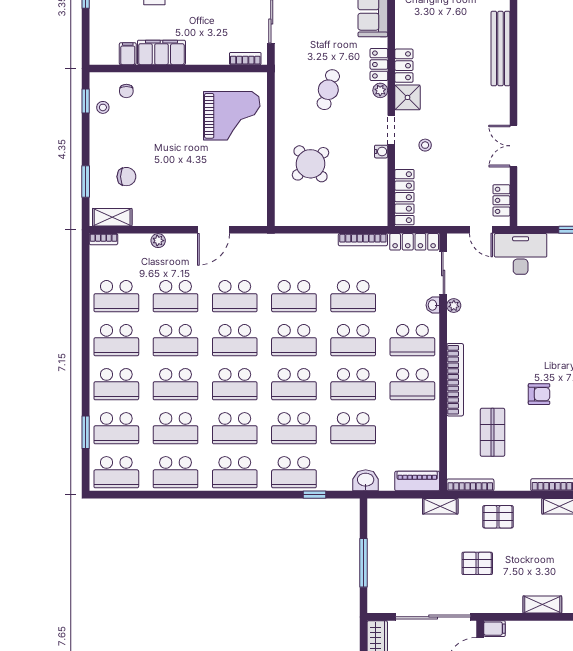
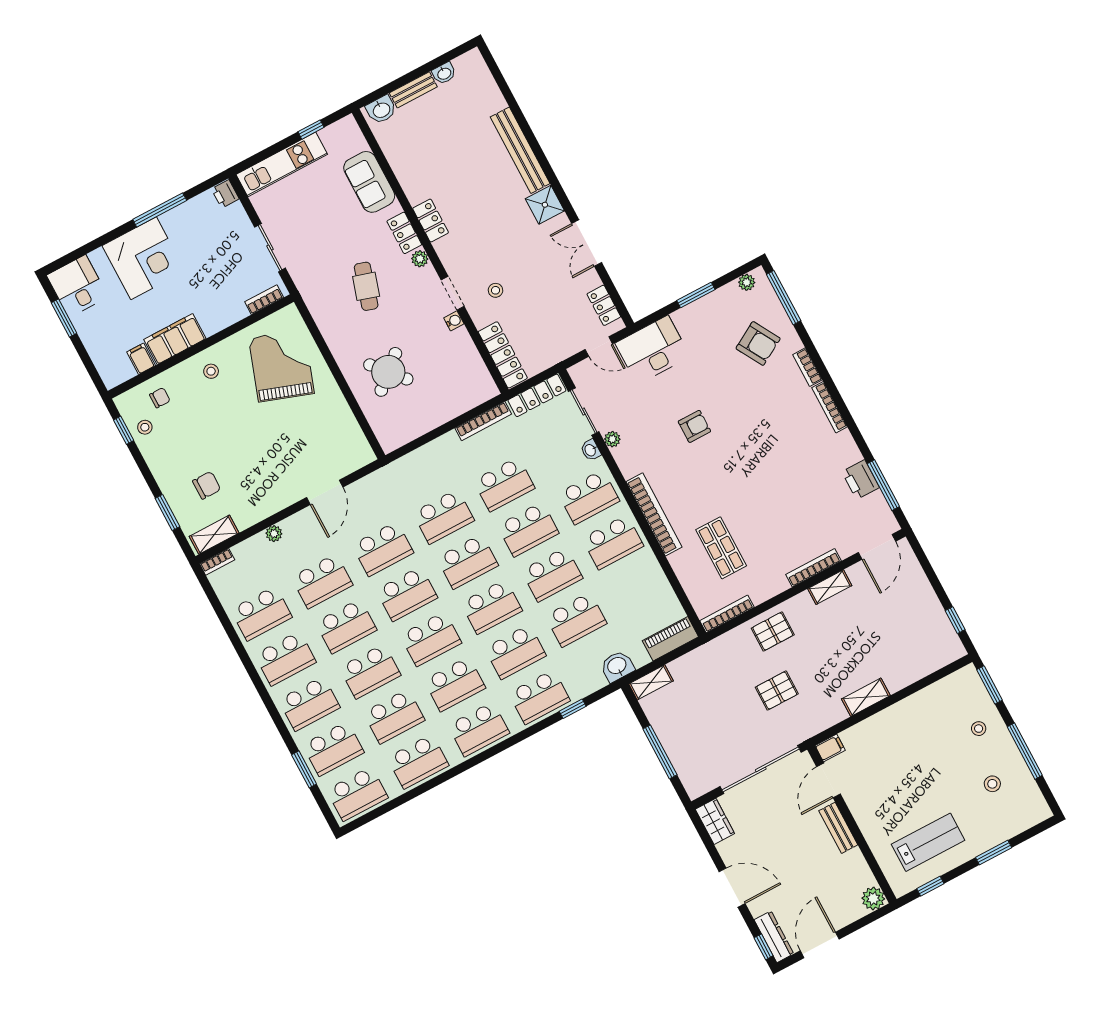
chair: (126, 91) -> (160, 398), turned -90
stool: (176, 92) -> (211, 371), added
shower: (408, 97) -> (545, 205), moved
grand piano: (232, 116) -> (281, 366), turned -71
armchair: (539, 394) -> (694, 426), moved
shelving: (440, 506) -> (651, 682), moved

